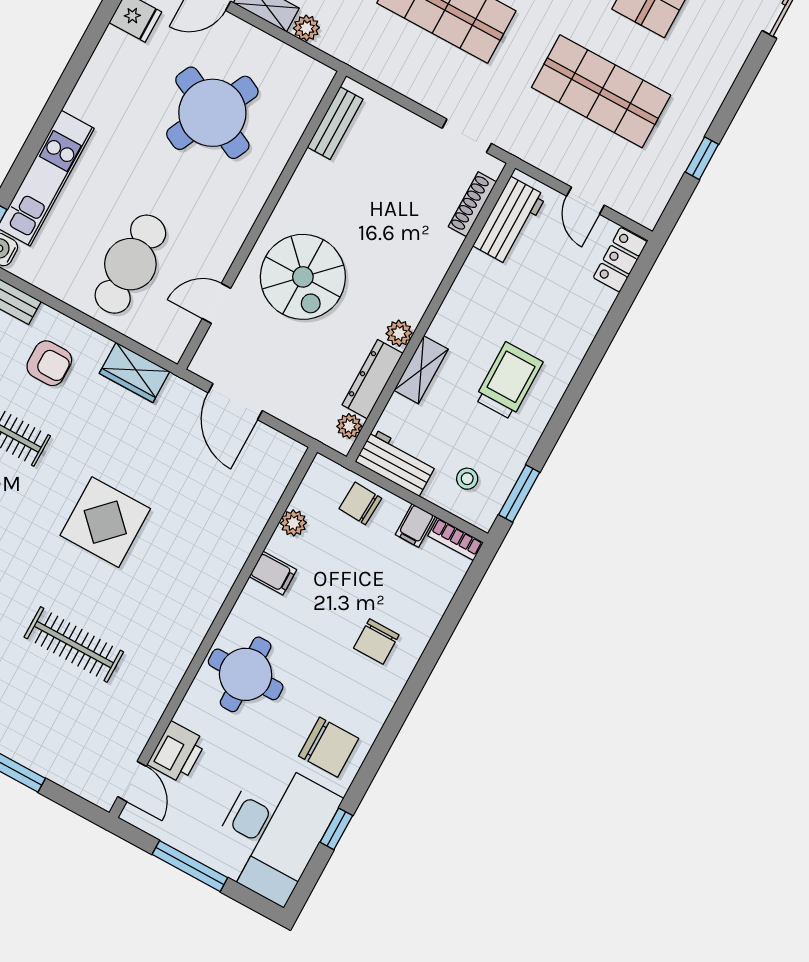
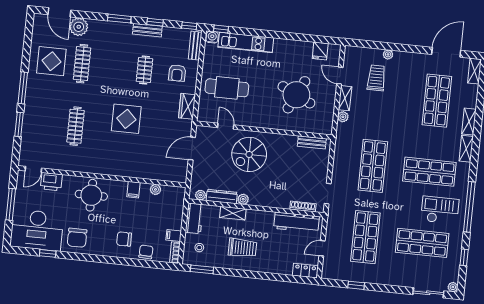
workbench: (510, 221) -> (296, 222), width x1.38
chair: (360, 503) -> (146, 252), moved

